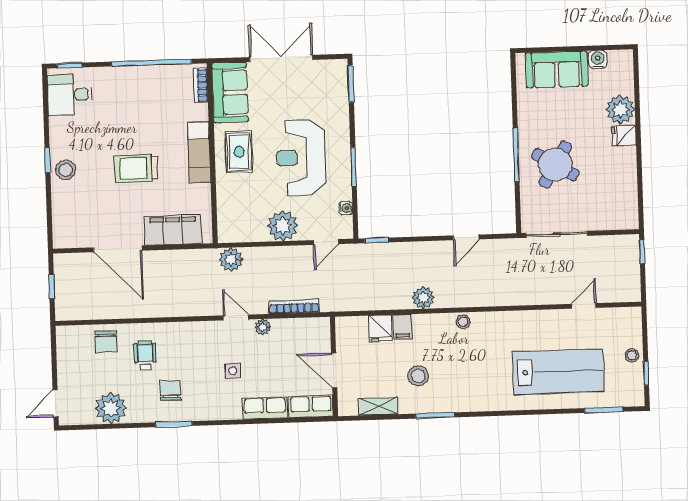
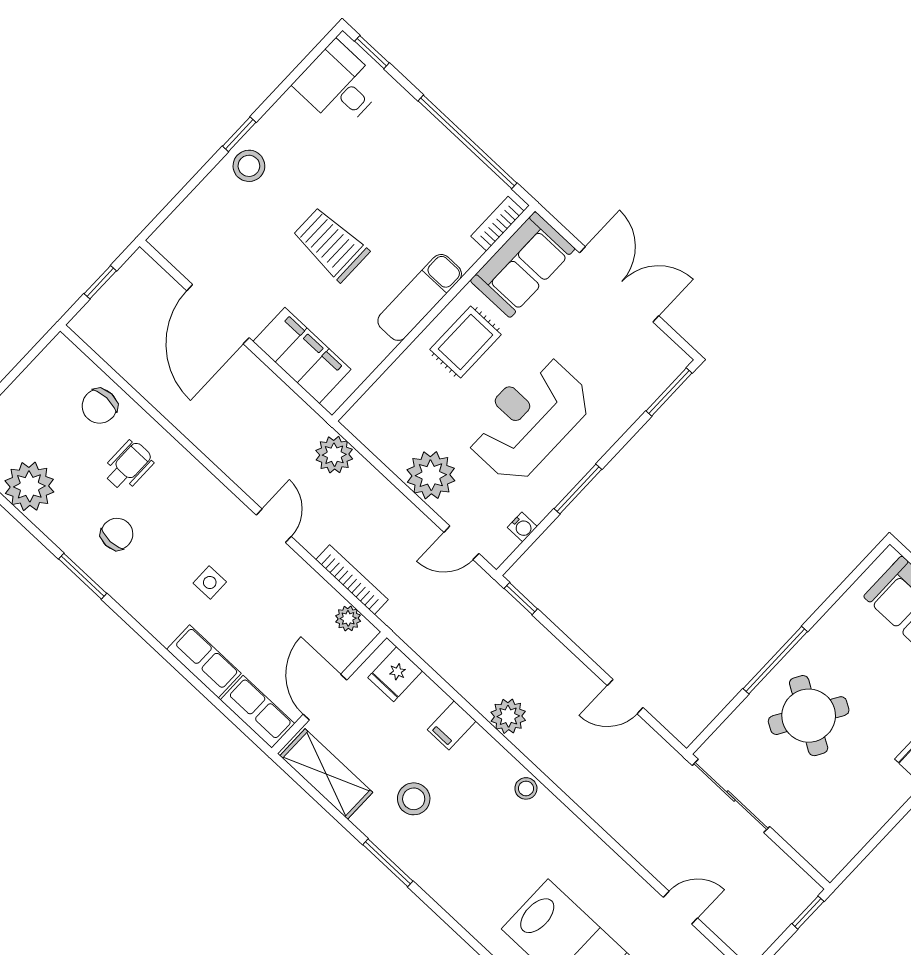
plant: (263, 327) -> (348, 618), moved
fridge: (380, 328) -> (395, 674), moved
shelving: (378, 406) -> (326, 774), width x1.50, depth x1.33

